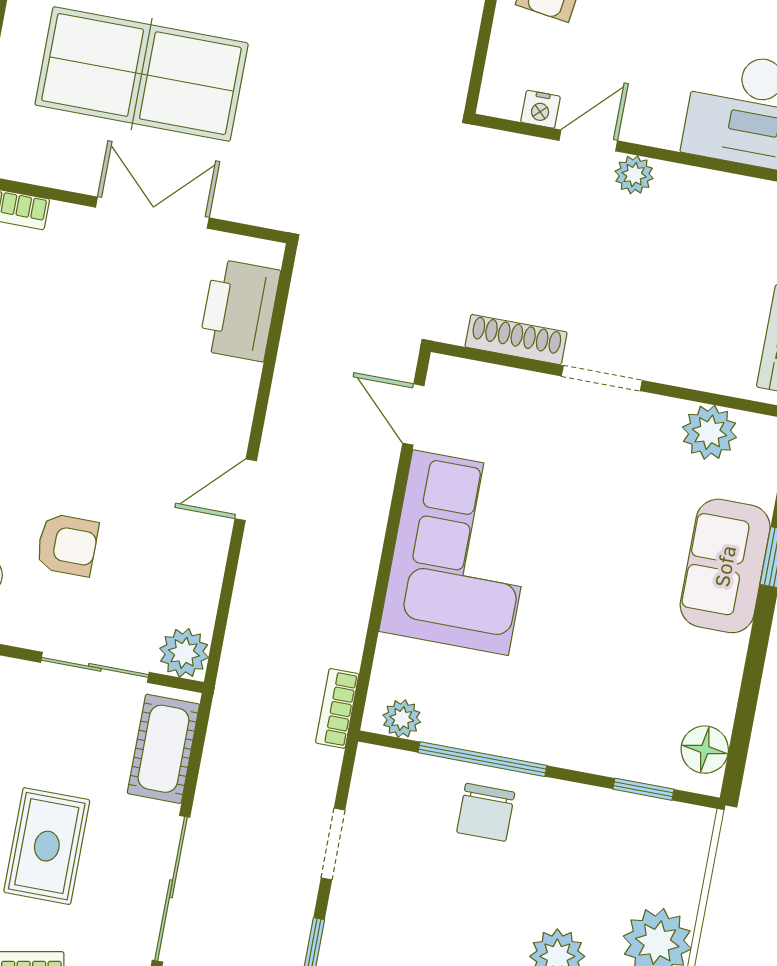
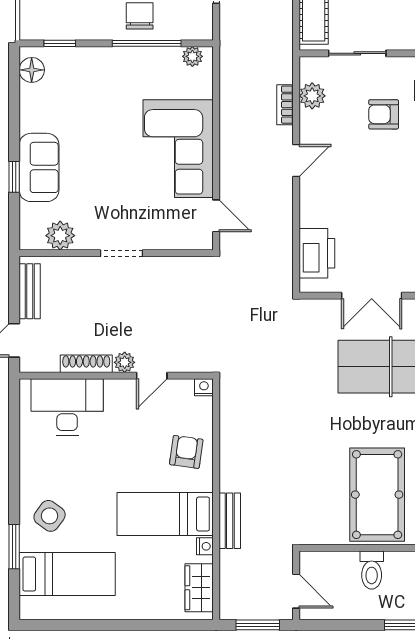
nightstand: (541, 109) -> (204, 387), moved
shoe rack: (516, 340) -> (86, 364), moved, turned 180
plant: (184, 653) -> (312, 96), moved
bookcase: (337, 708) -> (285, 105), moved, turned 180

